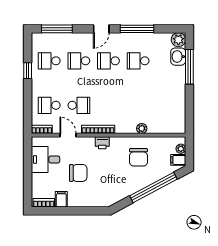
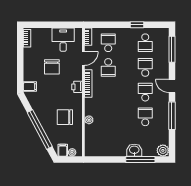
washbasin: (178, 57) -> (134, 150), moved
school desk: (49, 61) -> (145, 43), turned 180
filing cabinet: (61, 199) -> (30, 87), moved

